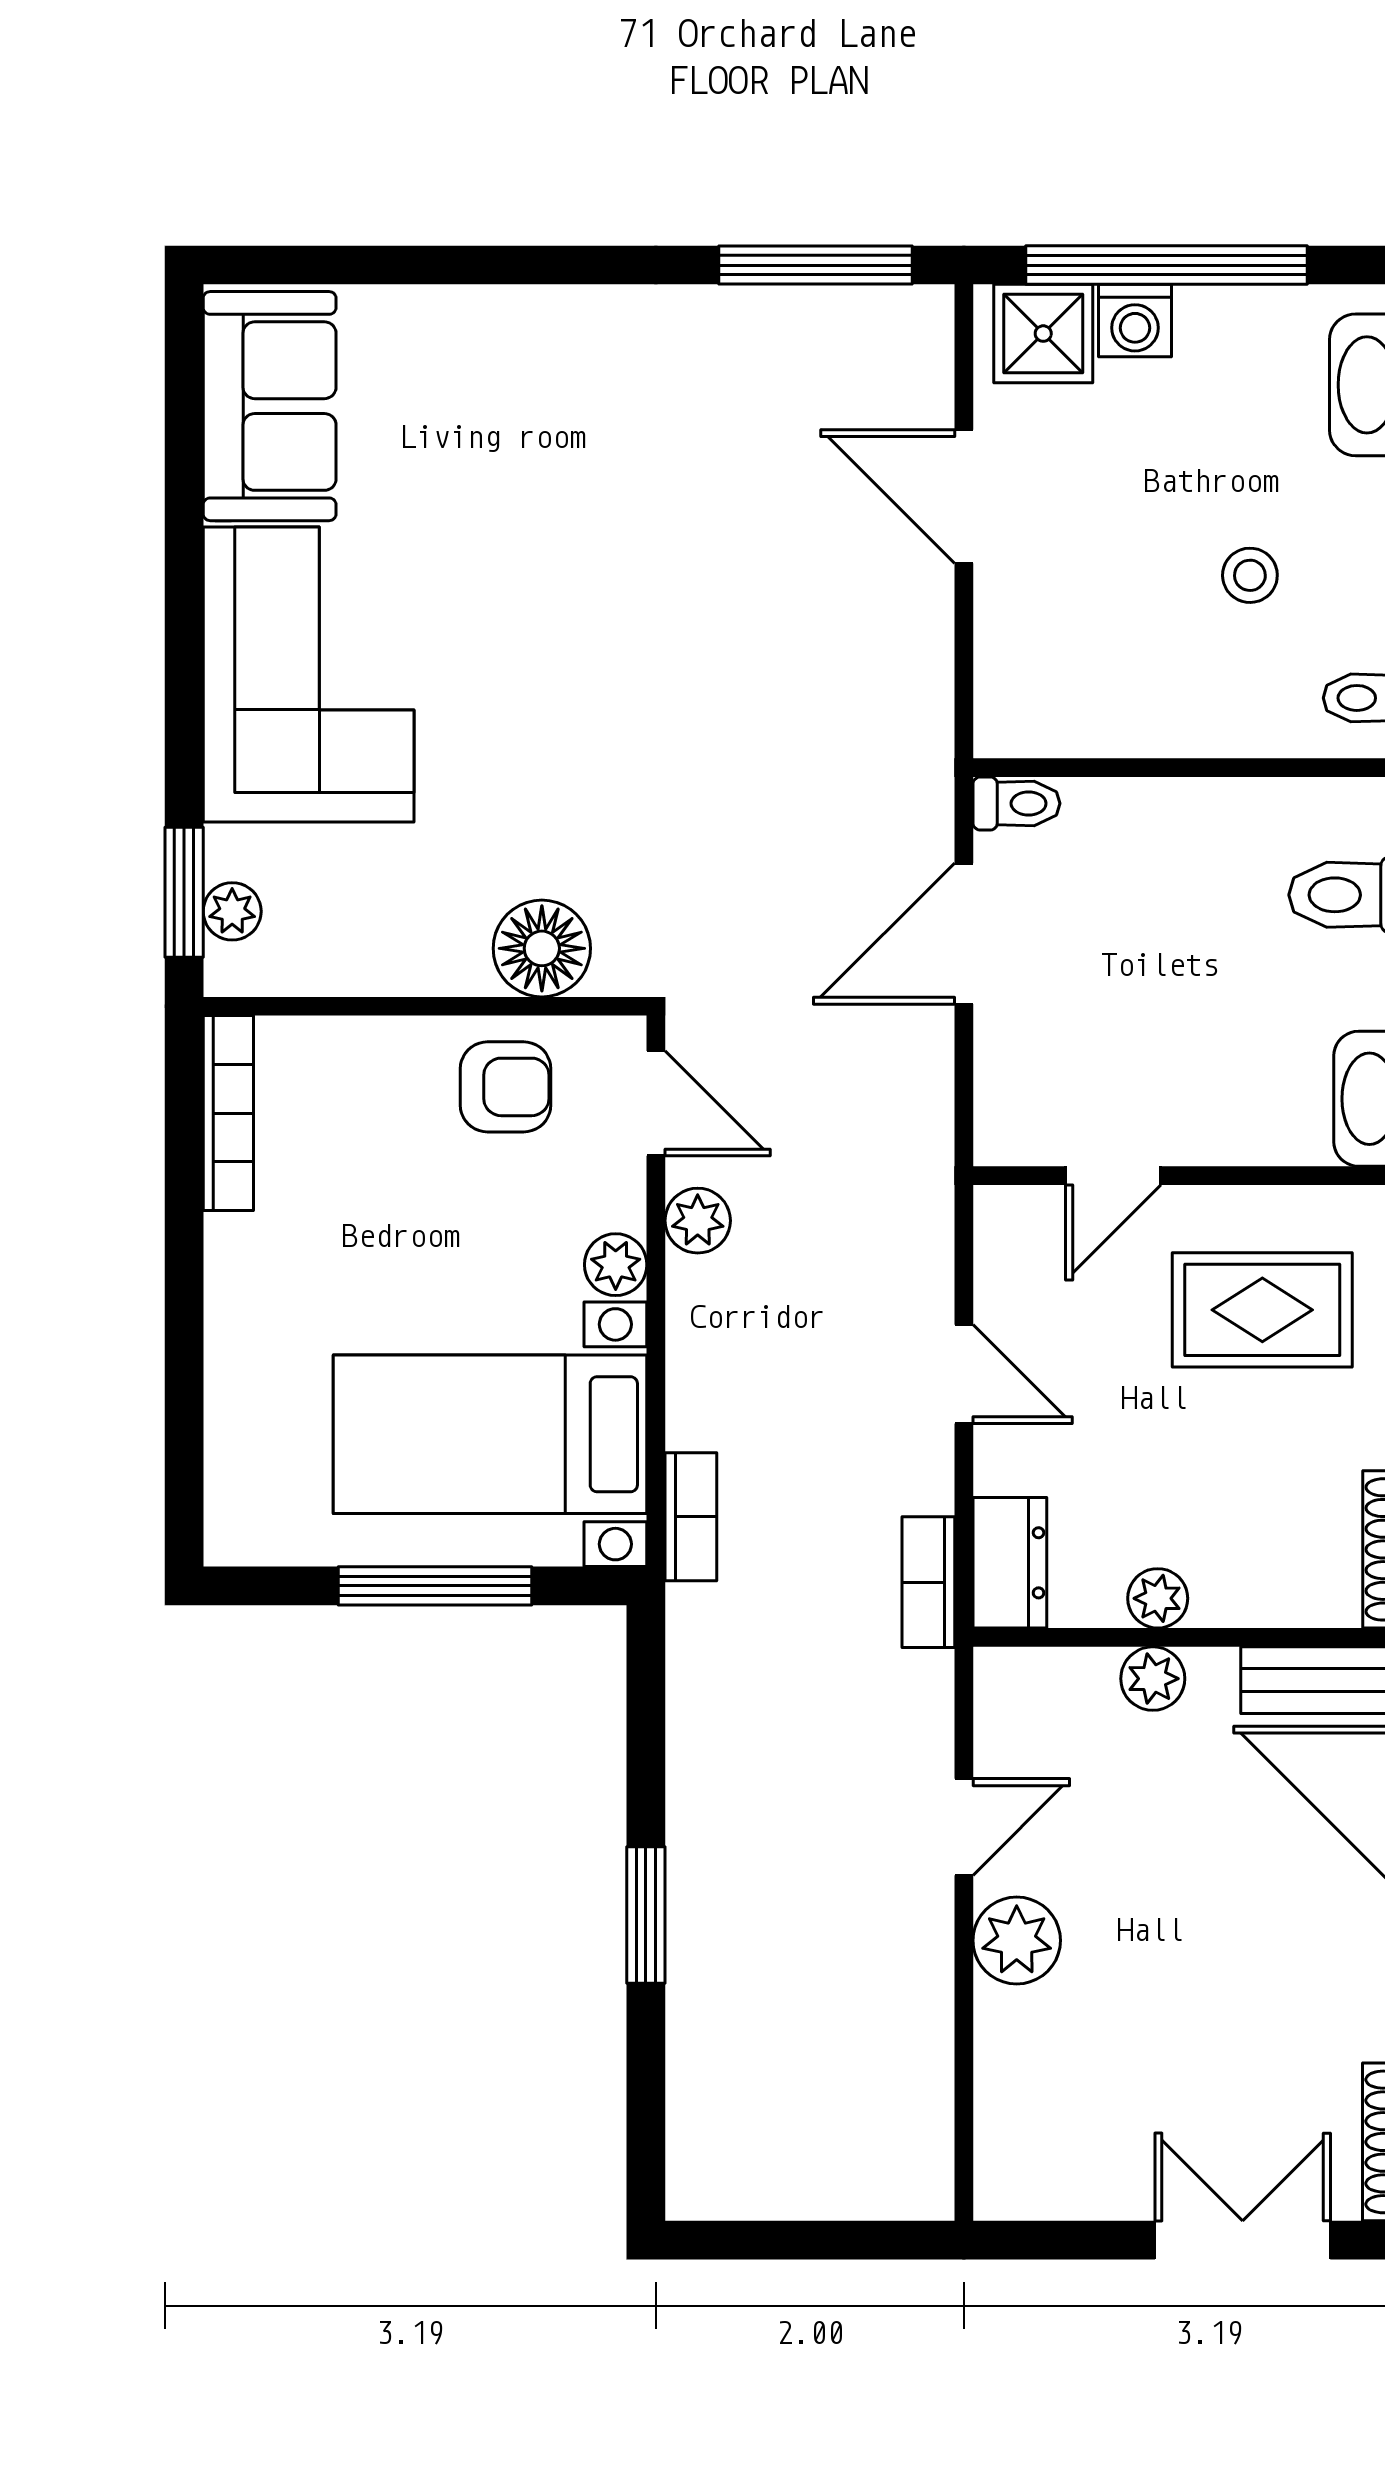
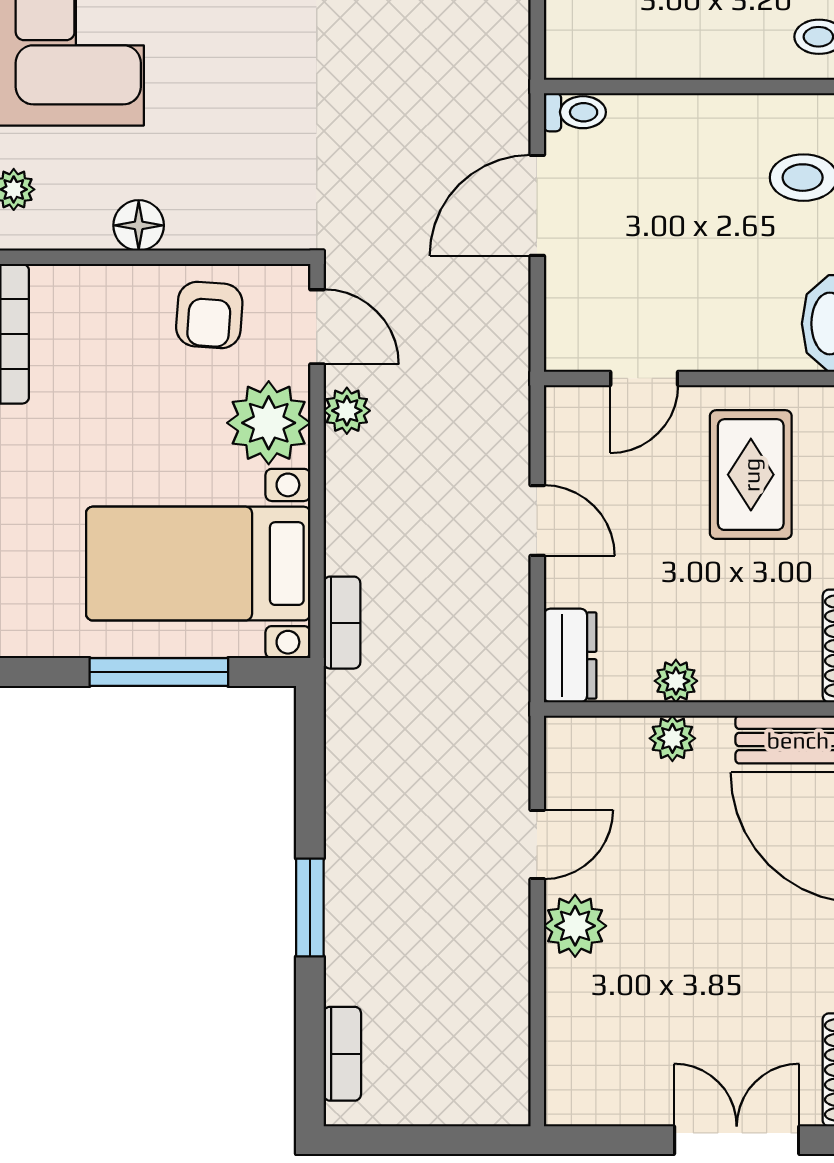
floor lamp: (542, 948) -> (139, 225), moved, width x0.73, depth x0.73
armchair: (506, 1087) -> (209, 315), turned 94
plant: (616, 1265) -> (269, 423), width x1.87, depth x1.87
rug: (1262, 1310) -> (751, 475), turned 90
bookcase: (928, 1582) -> (342, 1054), moved, turned 180

